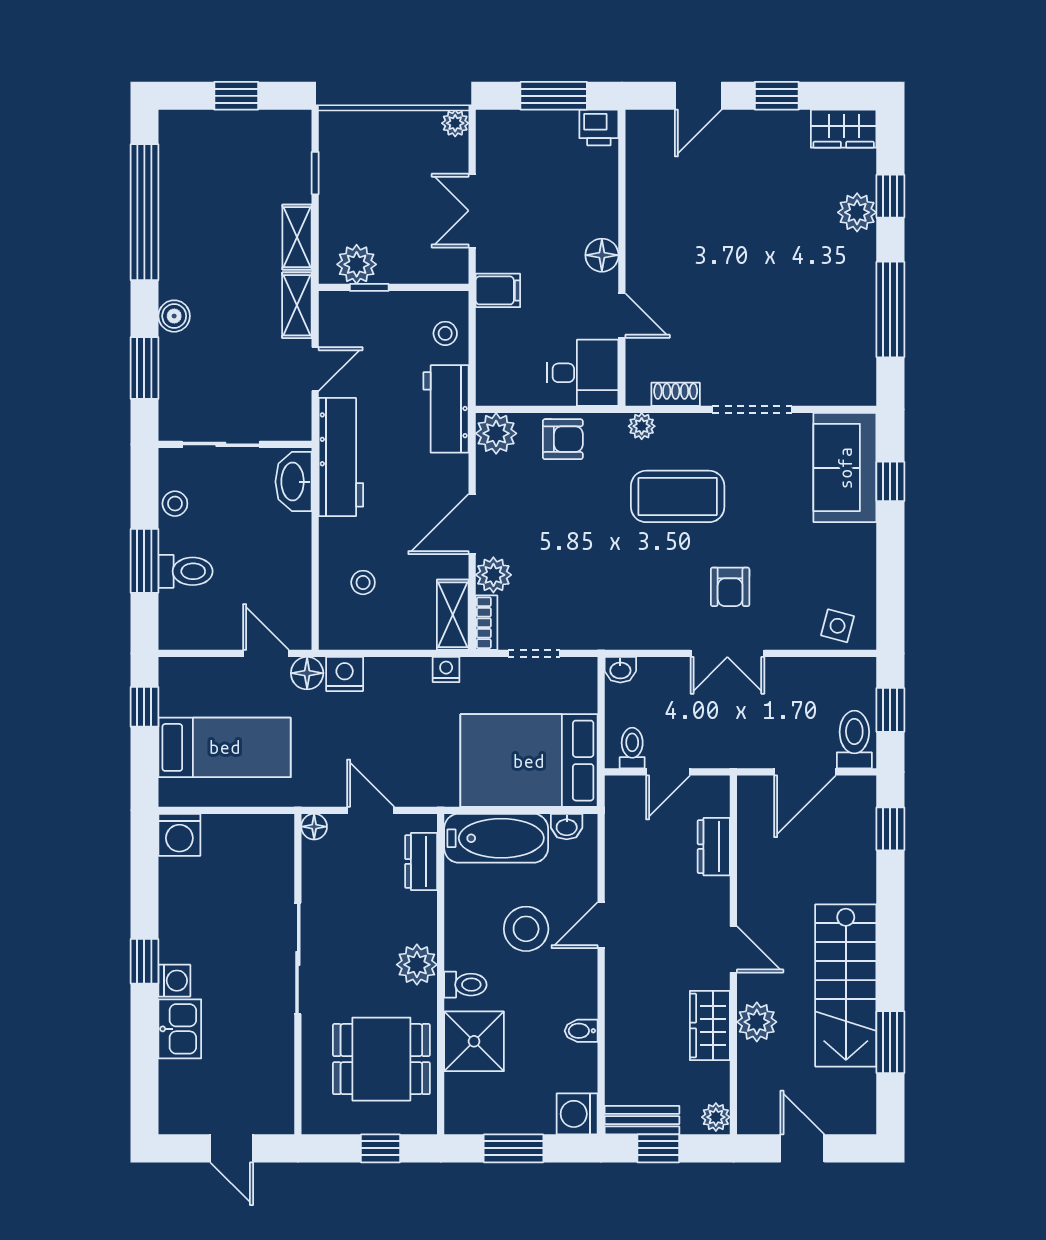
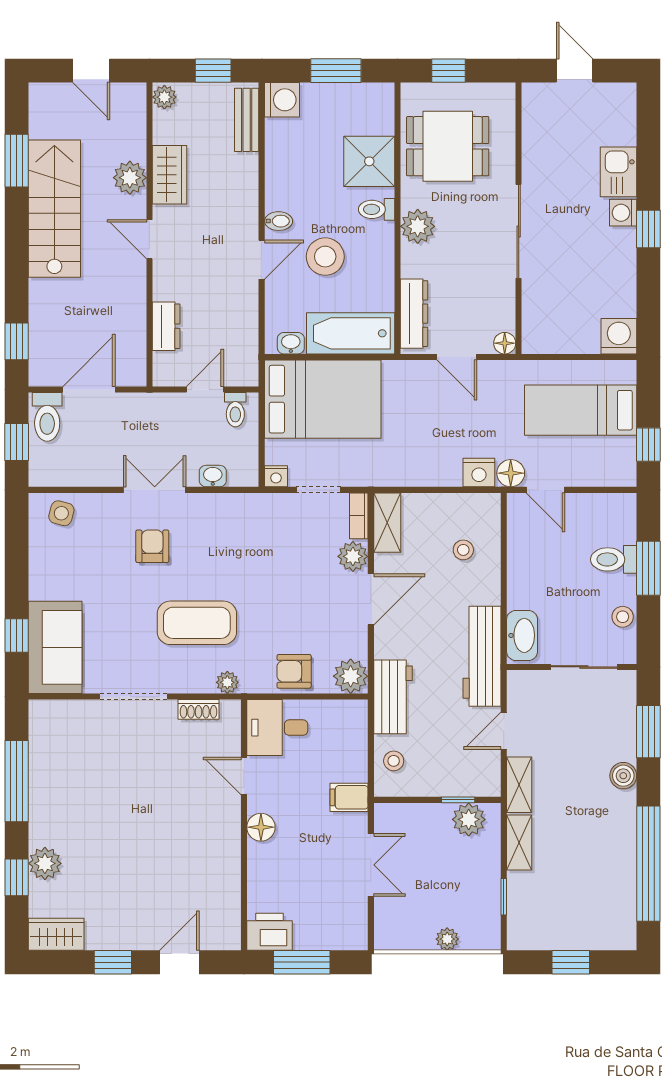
plant: (455, 123) -> (447, 939), moved
printer: (599, 127) -> (270, 932), width x1.36, depth x1.24
nightstand: (446, 670) -> (276, 476), moved
washbasin: (620, 670) -> (213, 476), moved
dresser: (421, 862) -> (414, 314), width x1.44
bidet: (581, 1031) -> (279, 221), moved
bench: (642, 1120) -> (247, 120), moved, turned 90

